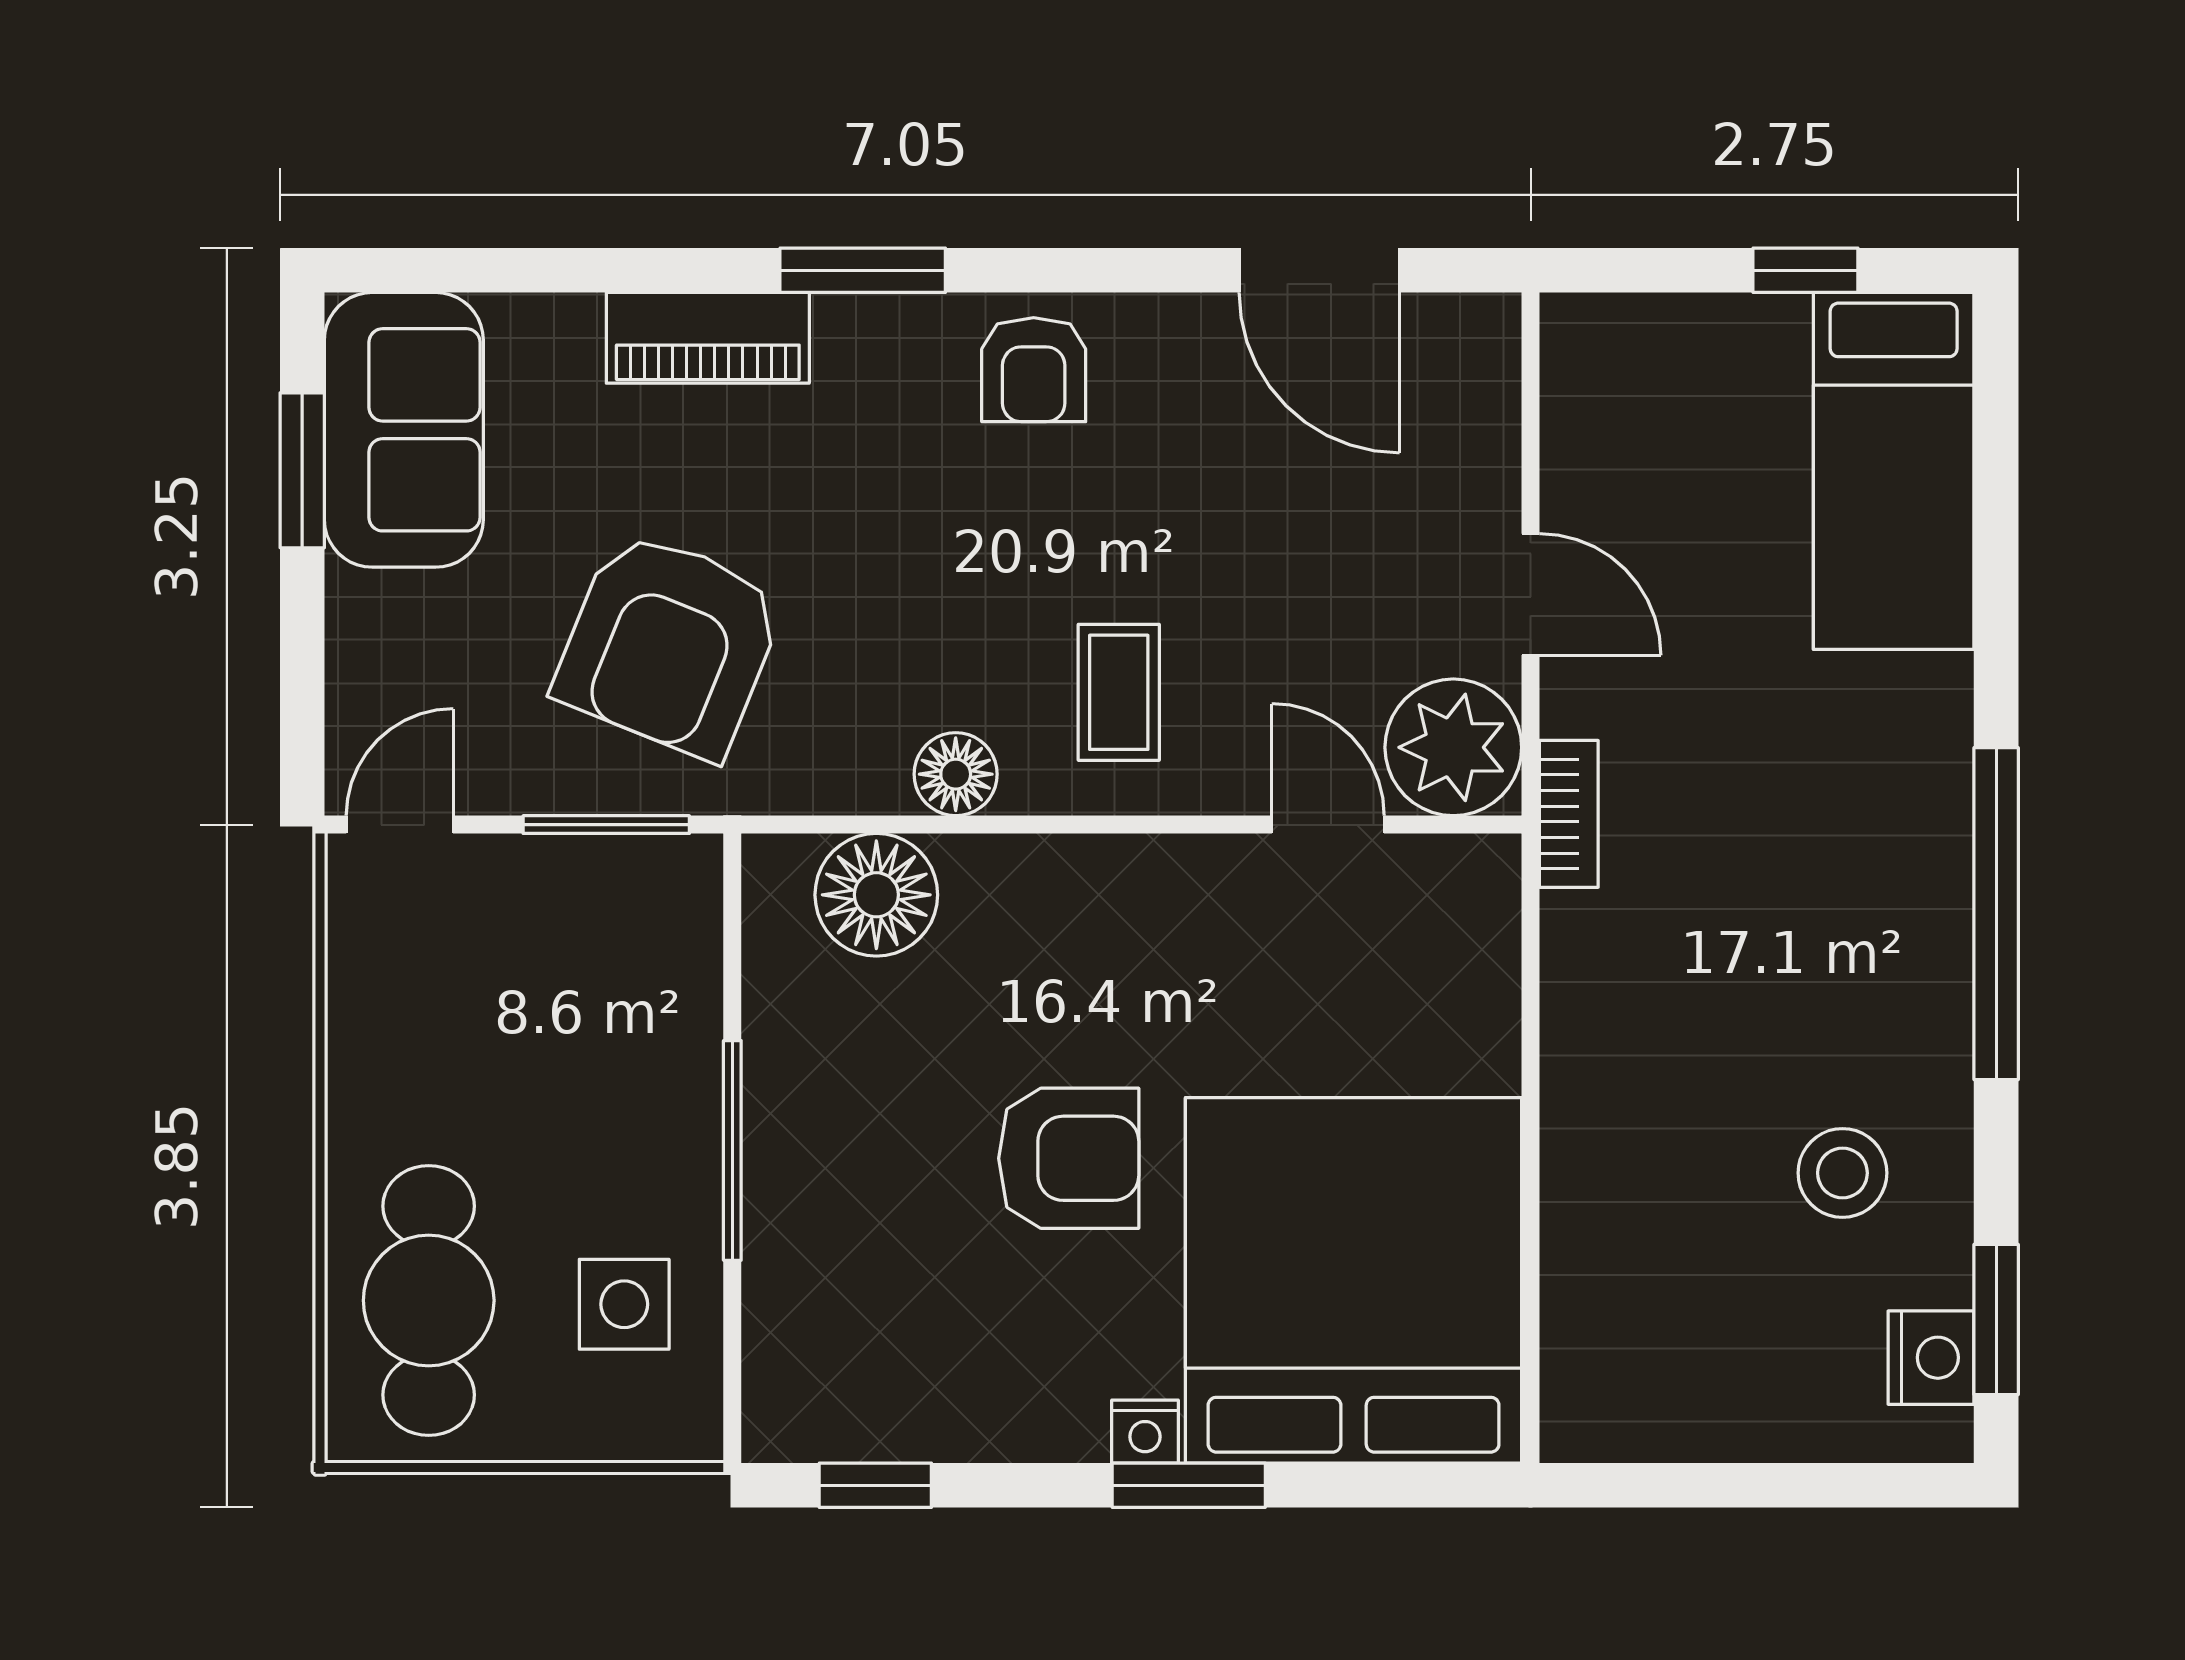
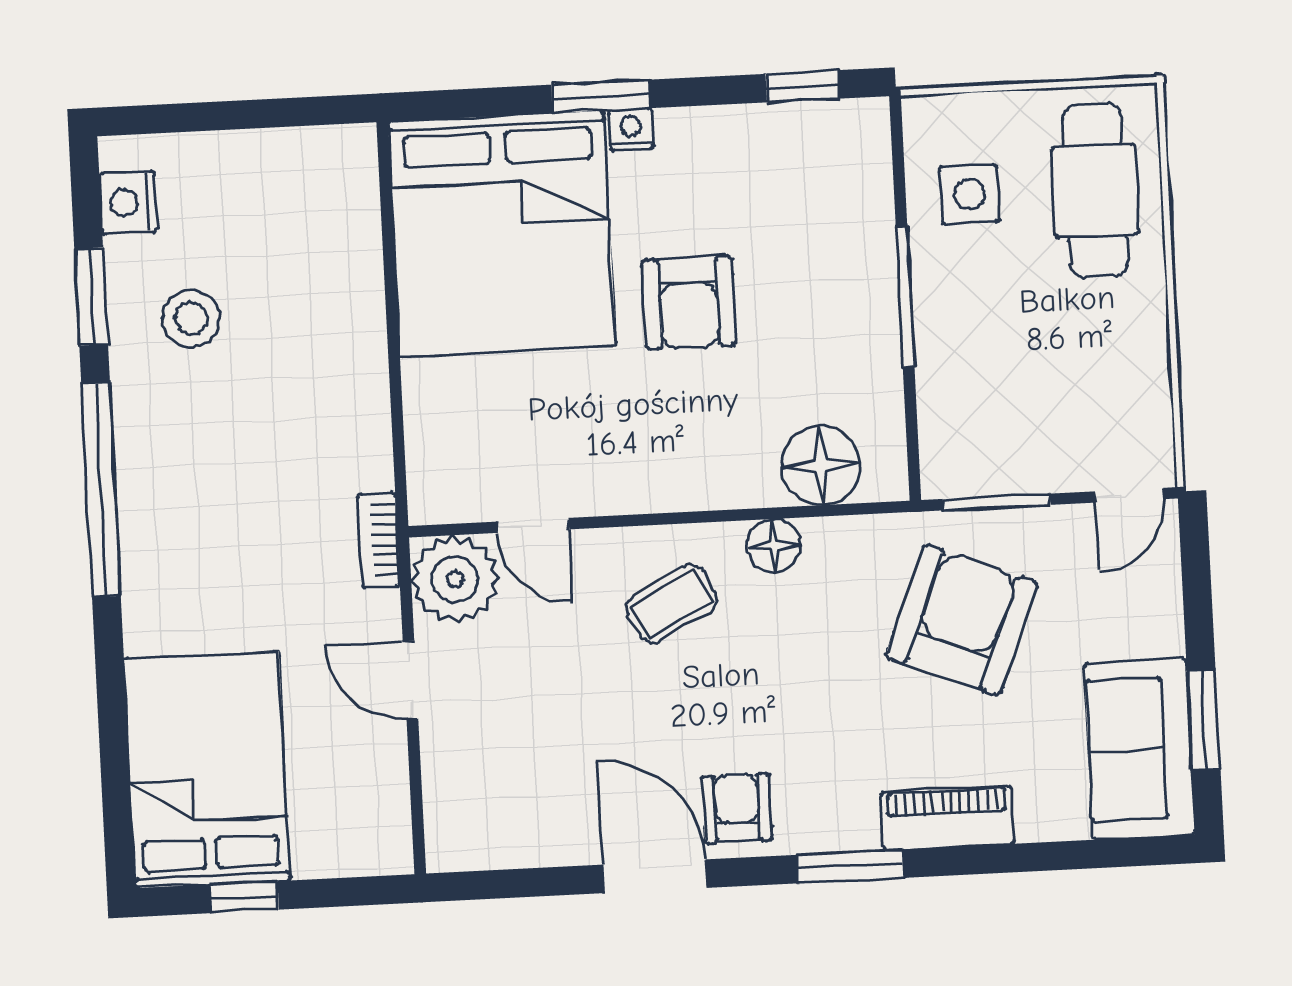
door: (1319, 270) -> (655, 876), moved
bed: (1894, 471) -> (207, 770), width x1.50
coffee table: (1119, 692) -> (672, 604), turned 62
armchair: (1069, 1158) -> (689, 303), turned -90
window: (1996, 1320) -> (91, 297), moved

